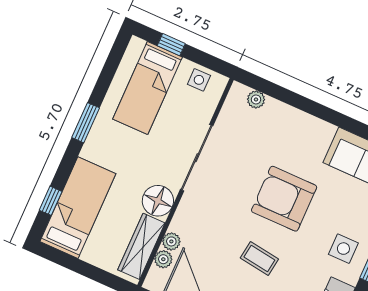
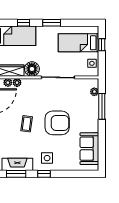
window: (291, 98) -> (102, 106), added
armchair: (284, 199) -> (57, 123), turned 90
window: (51, 201) -> (23, 23), moved

